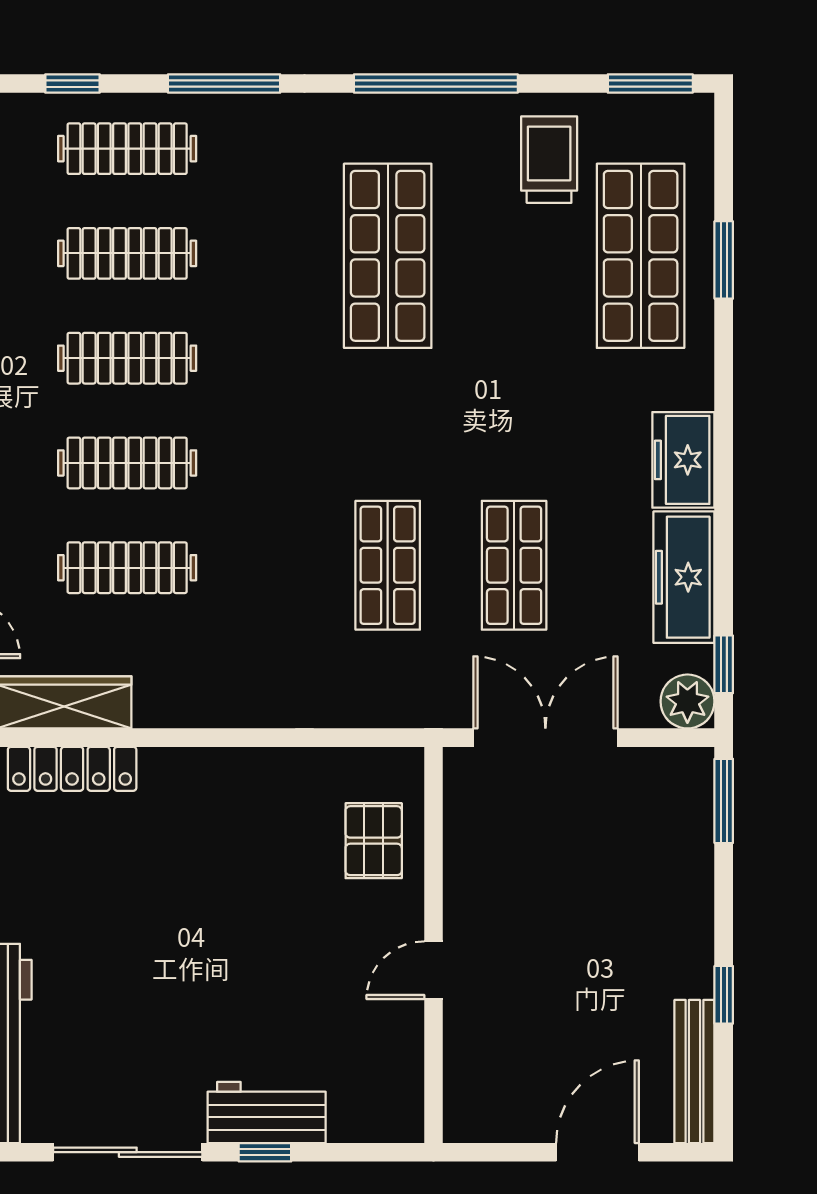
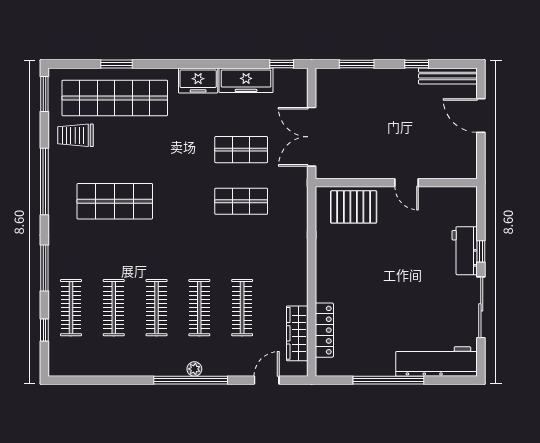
shop shelf: (641, 256) -> (115, 98), width x1.40
plant: (687, 701) -> (297, 79), removed
window: (724, 801) -> (357, 64), moved
pallet: (374, 841) -> (354, 207), width x1.50, depth x1.42

